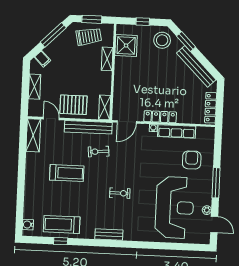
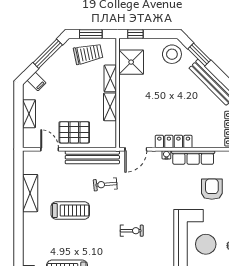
window: (143, 22) -> (135, 34), moved
shelving: (105, 107) -> (110, 107), moved
shelving: (33, 135) -> (30, 193), moved

